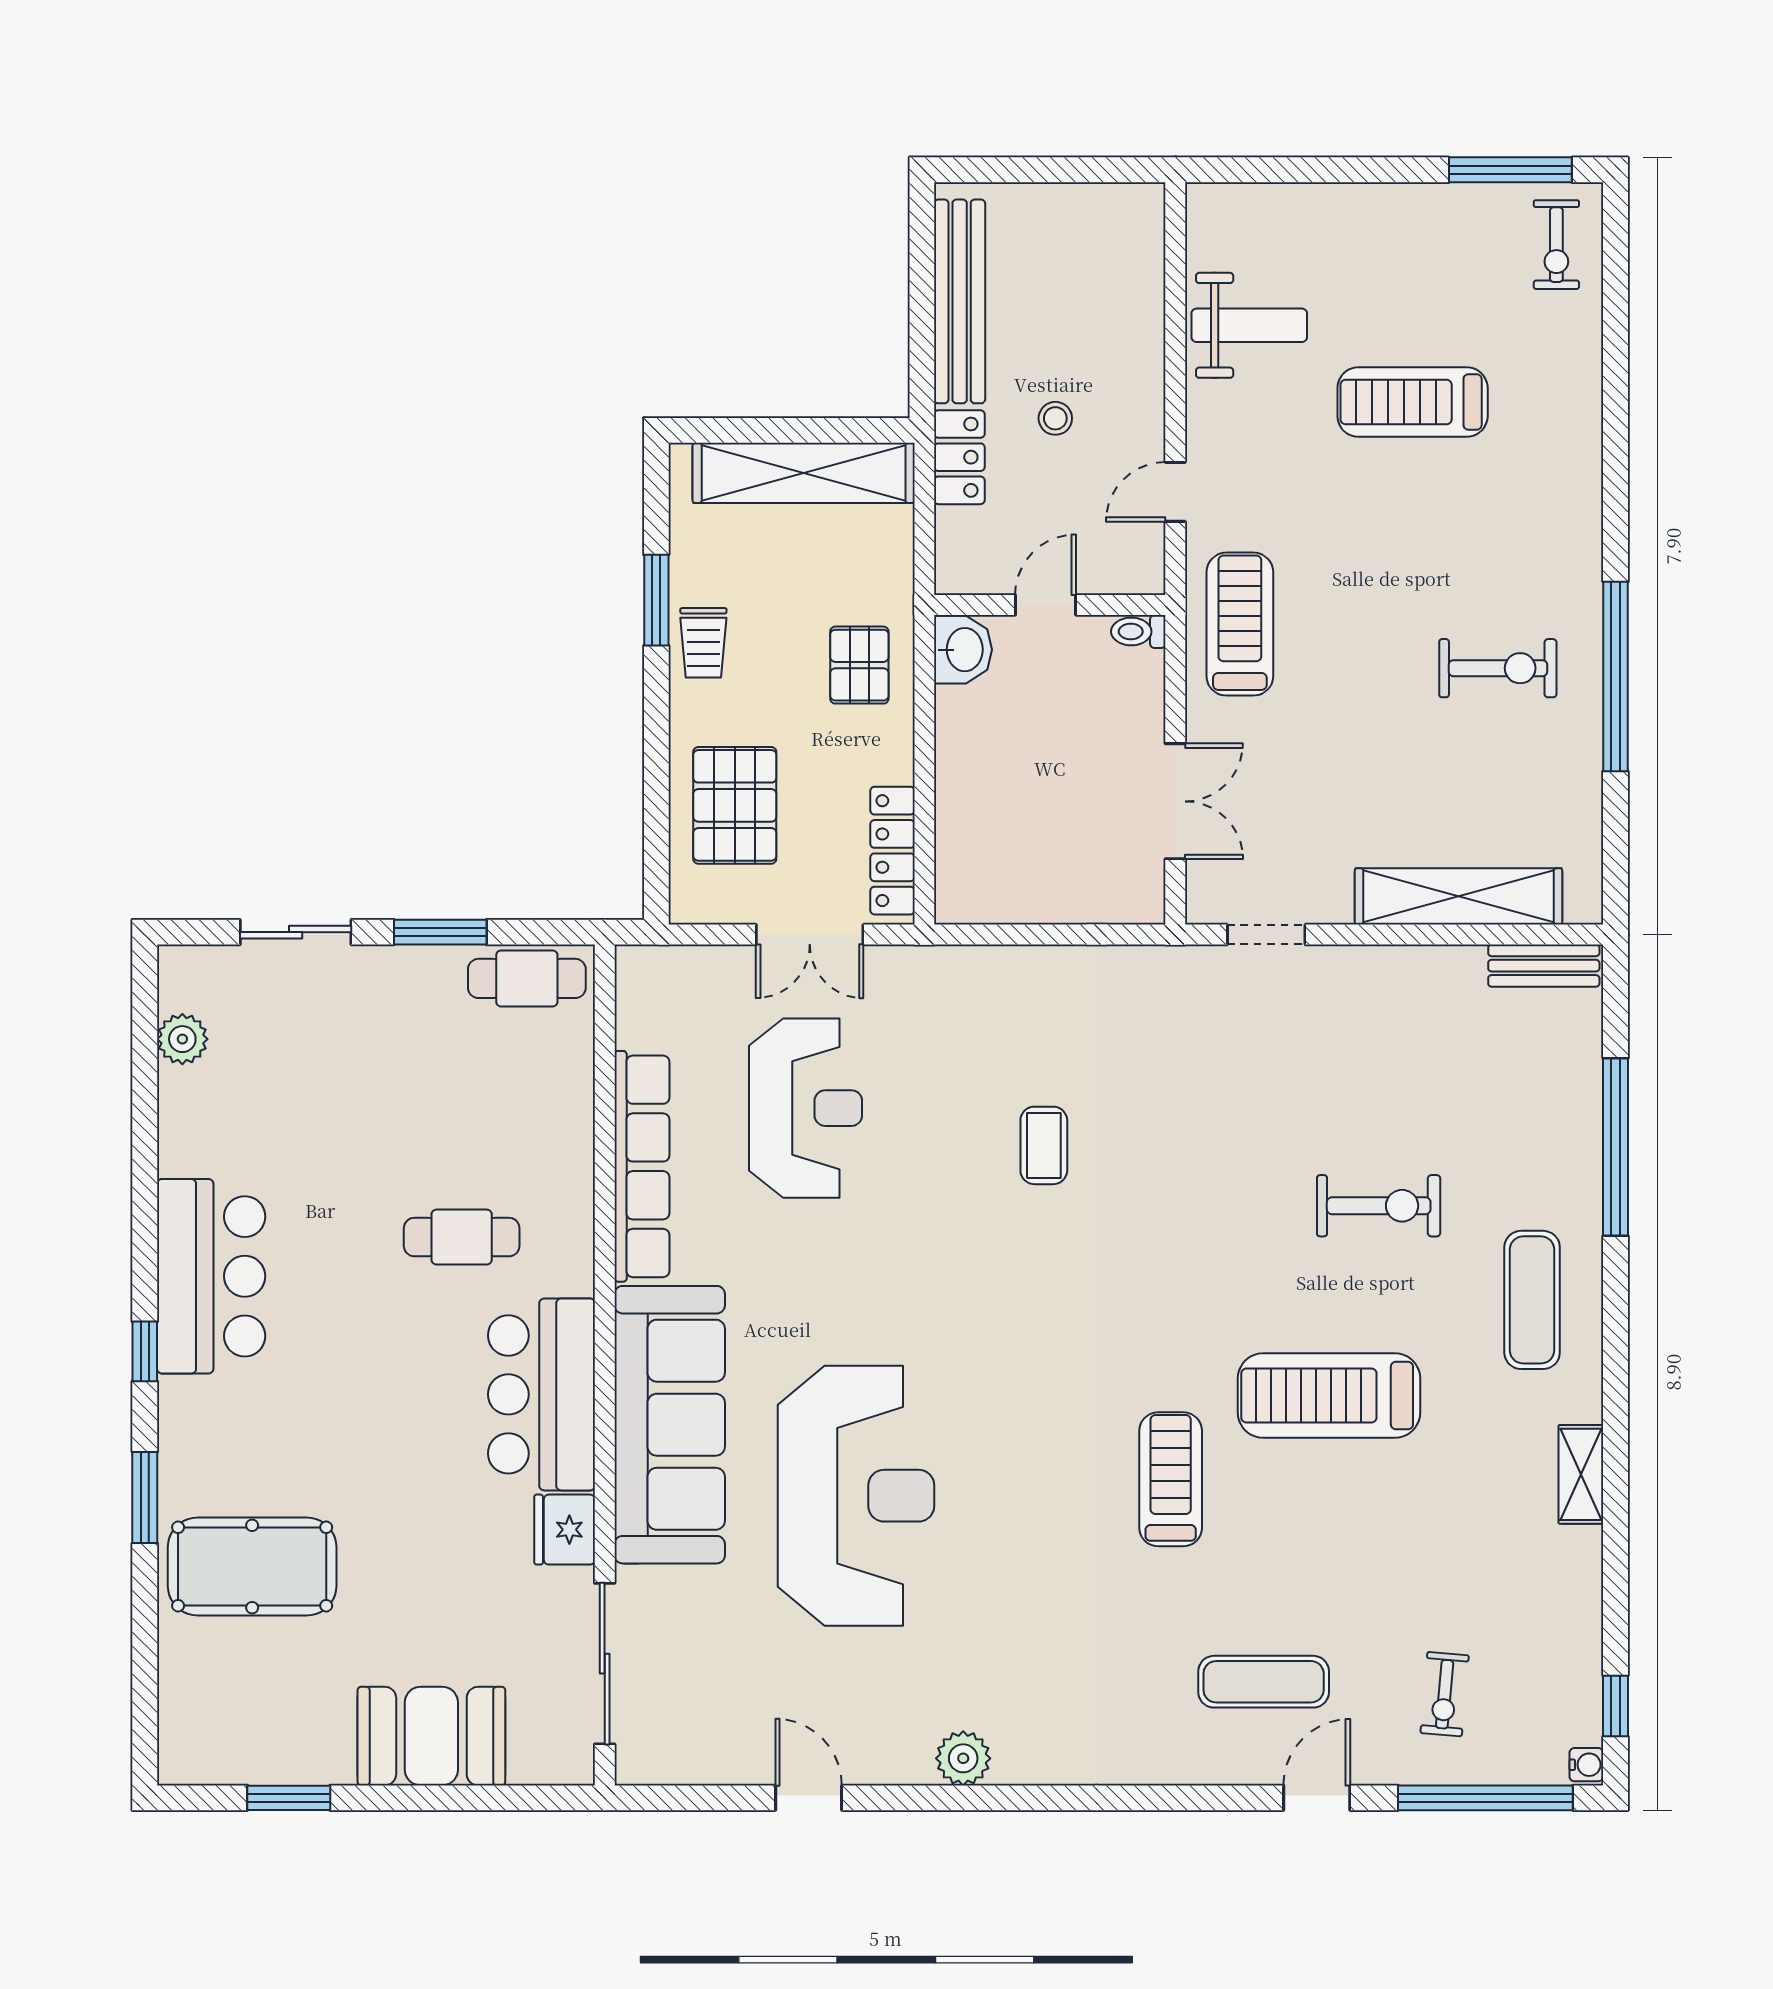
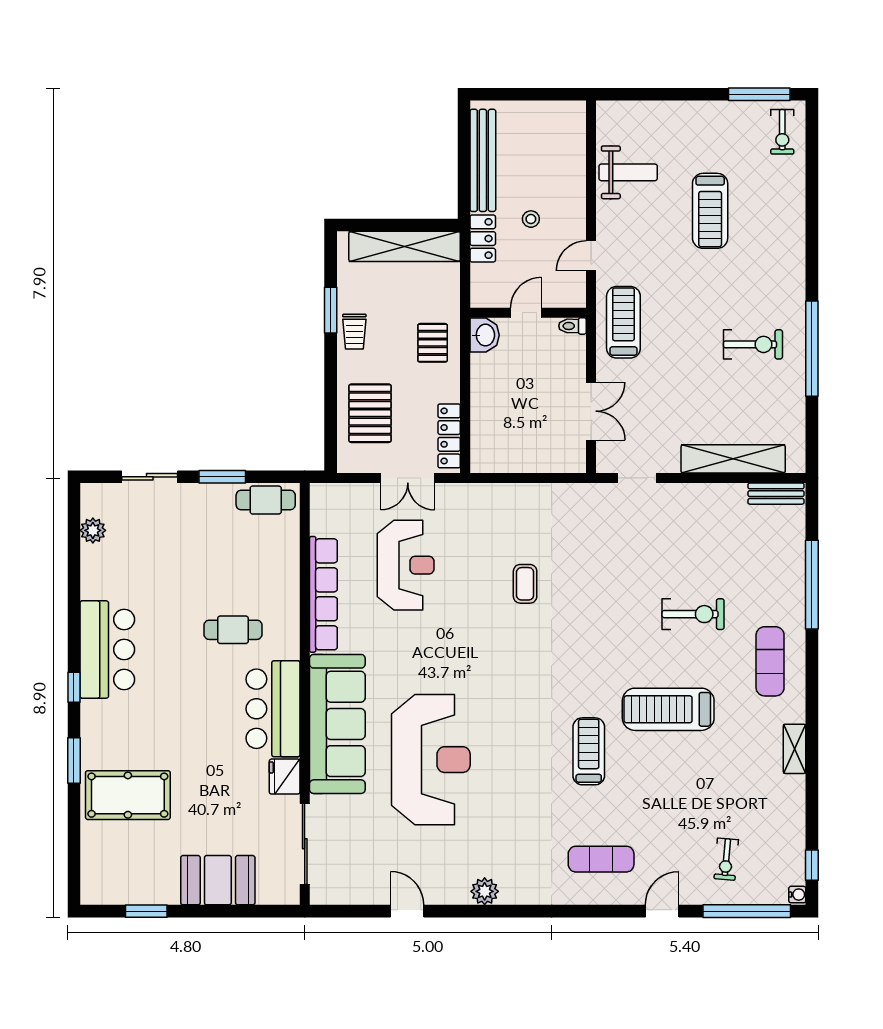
treadmill: (1413, 402) -> (710, 211), turned -90
exercise mat: (1264, 1682) -> (601, 859), moved

